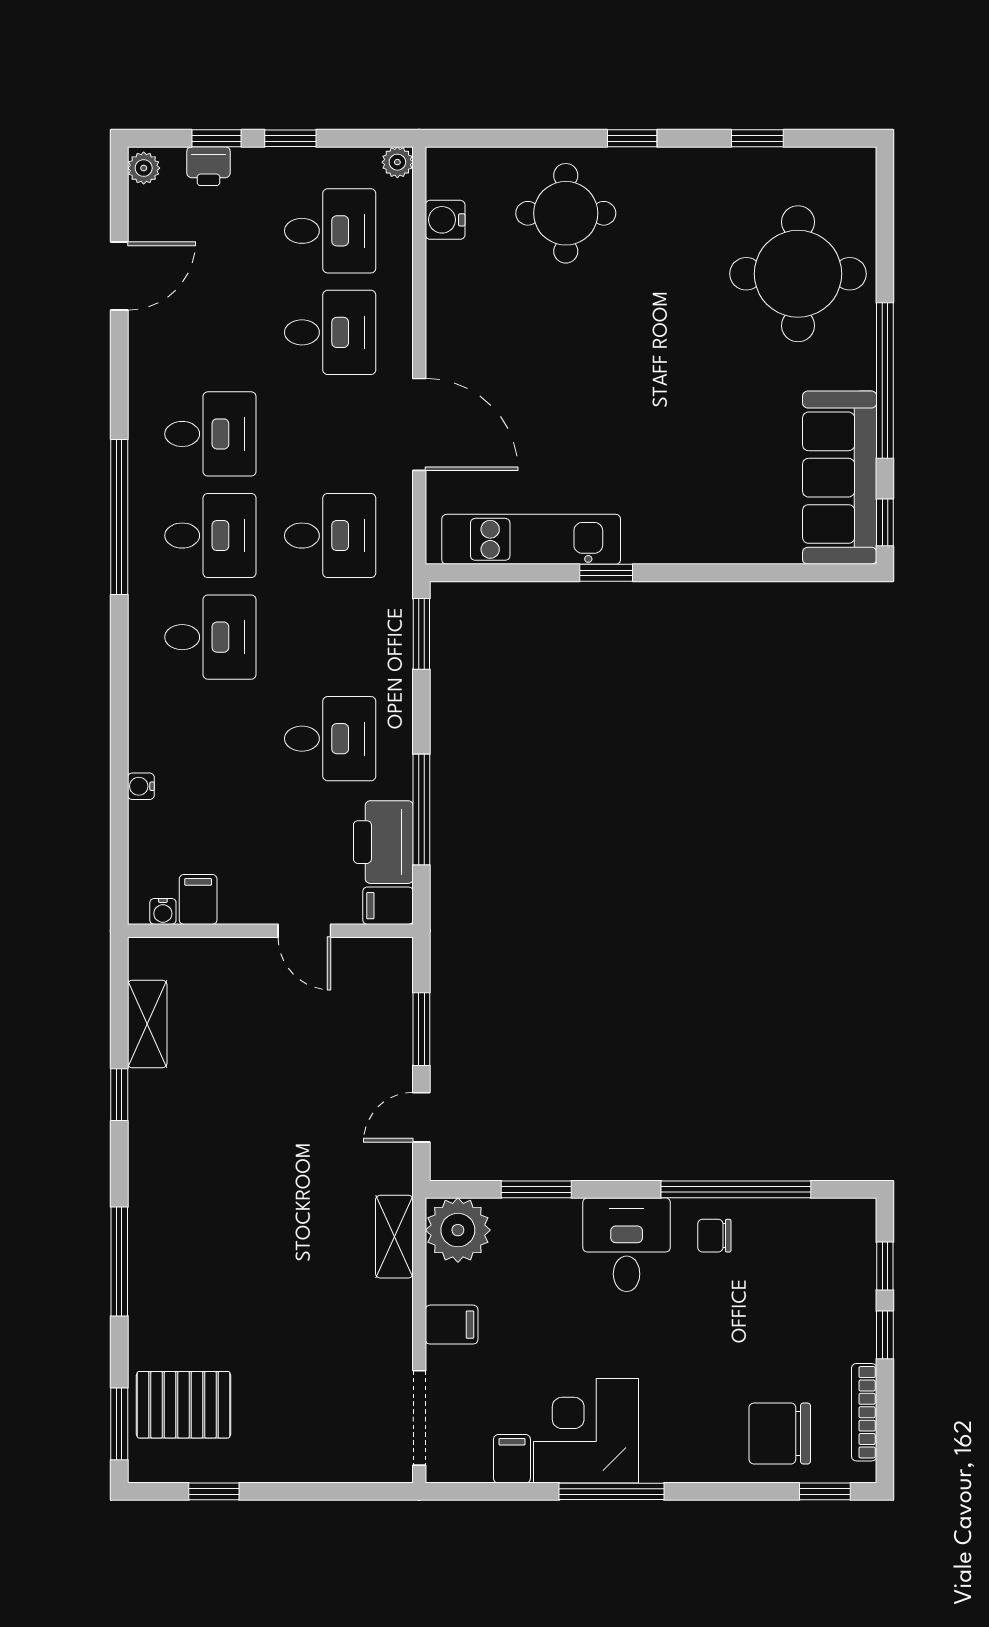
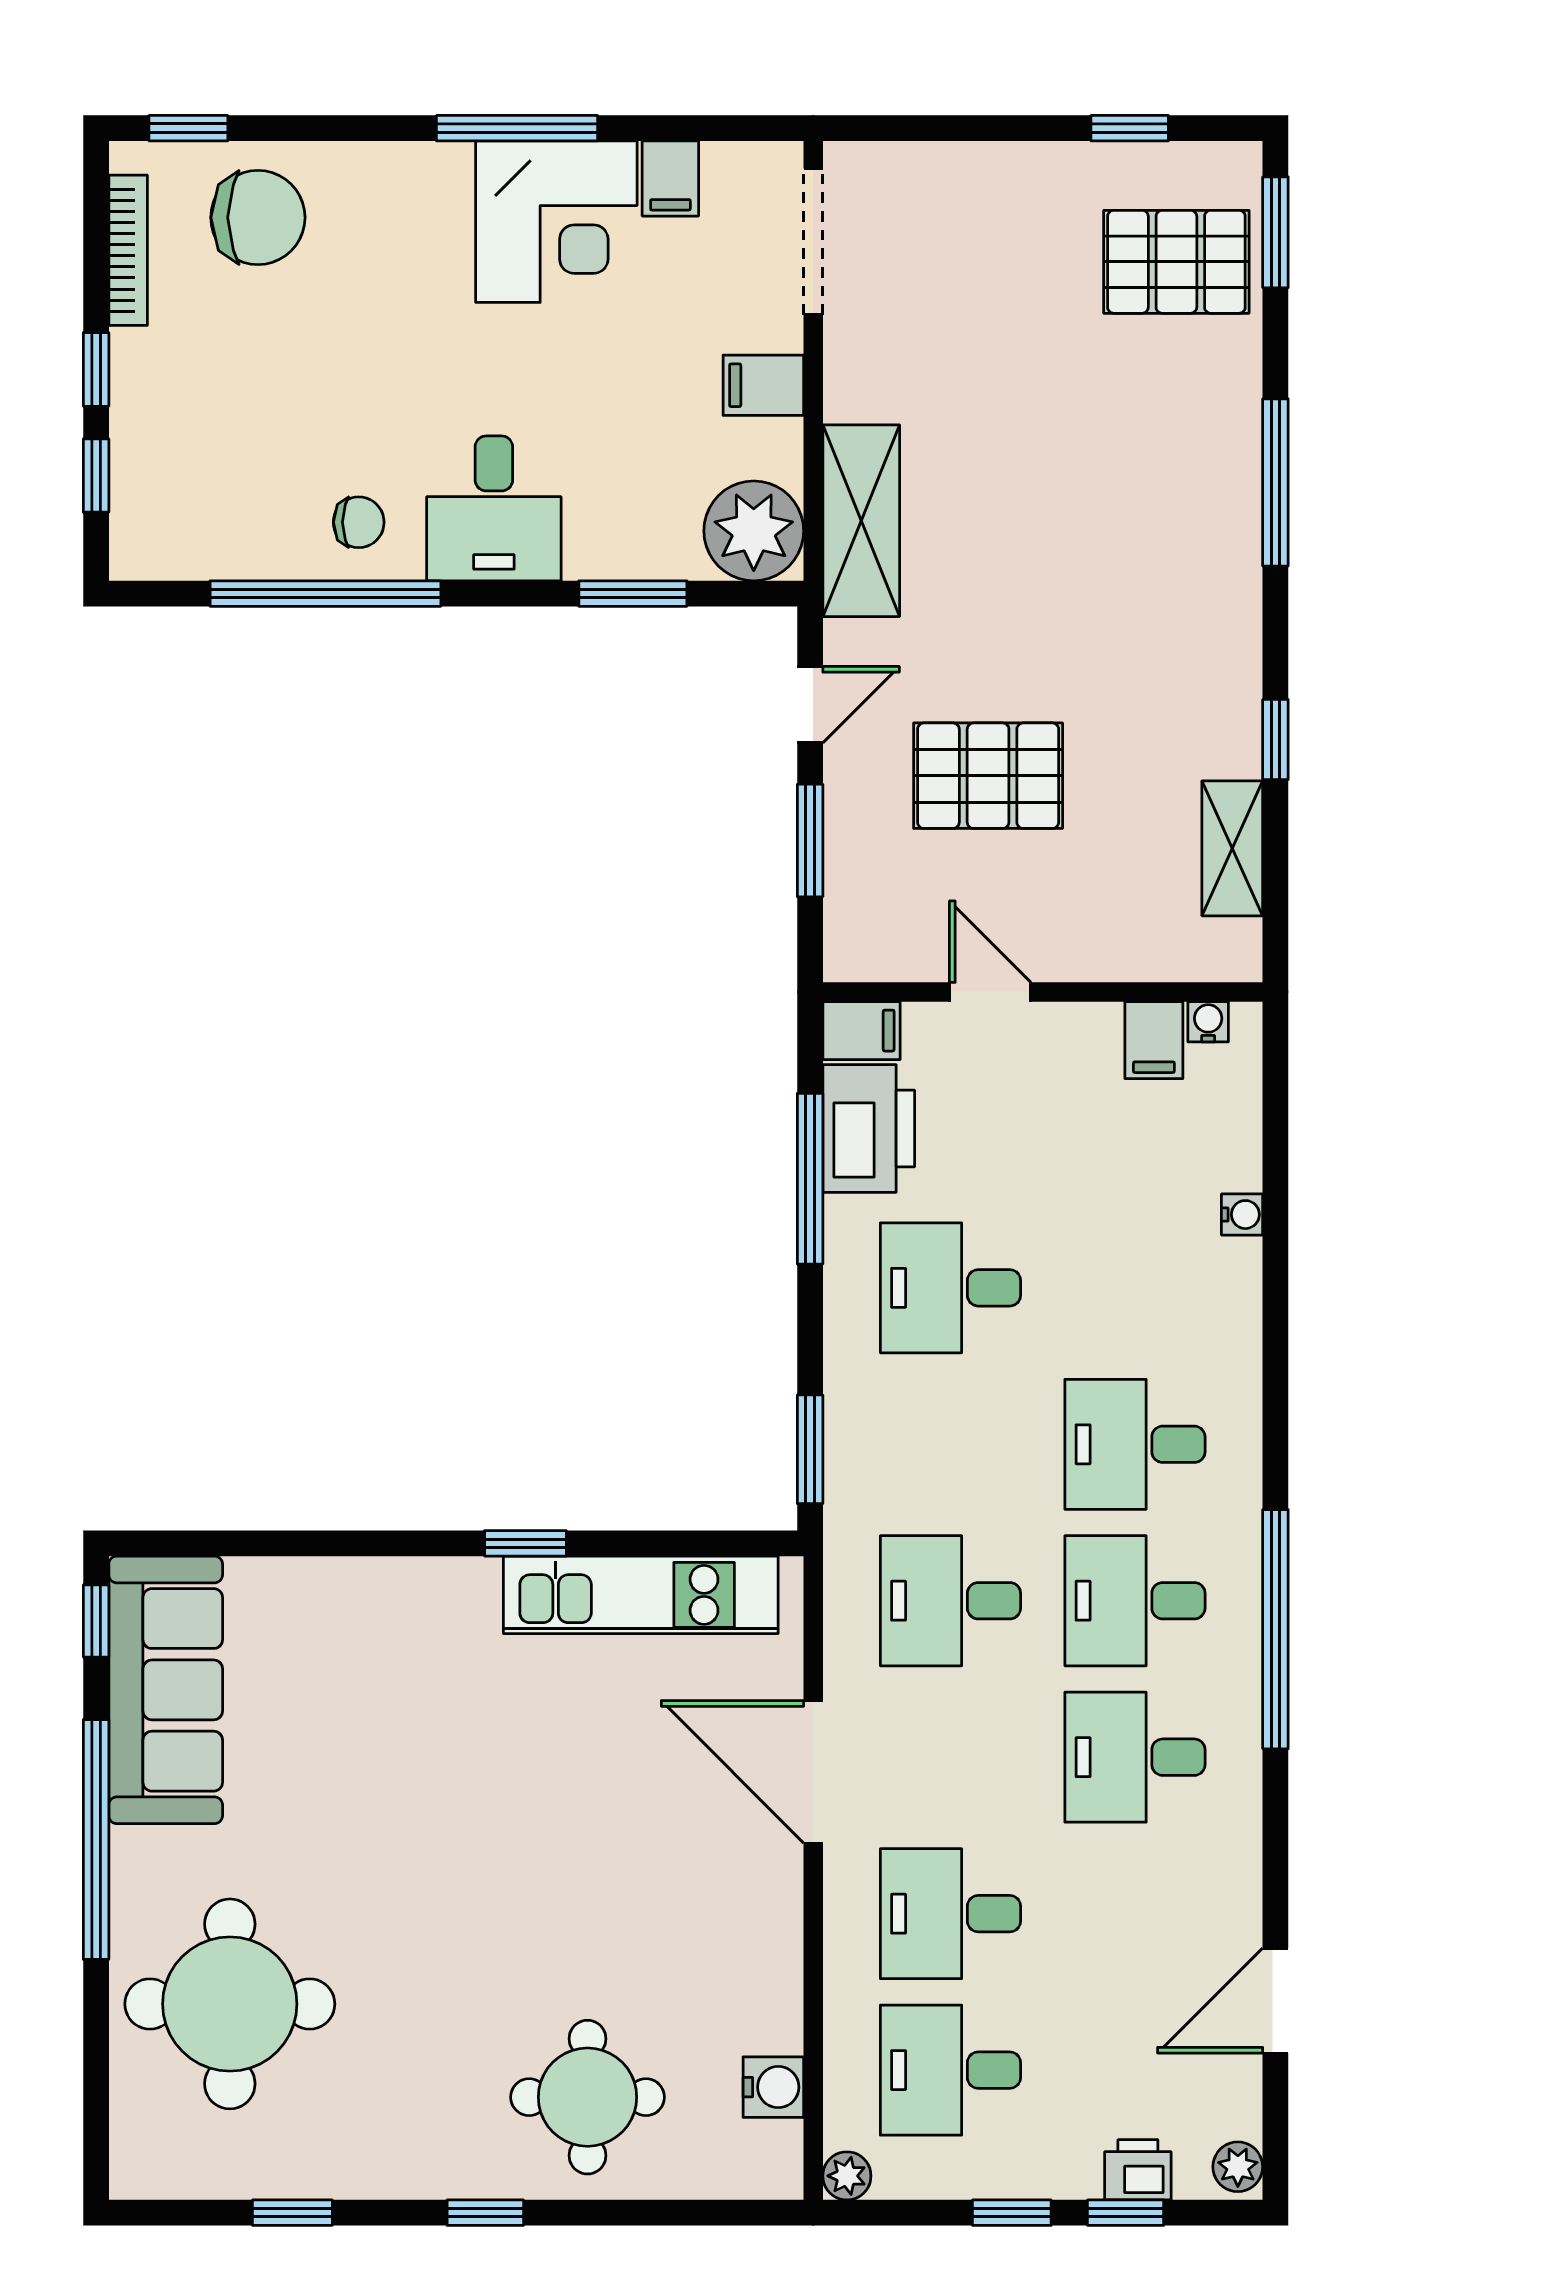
pallet: (306, 1071) -> (988, 776), added
shelving: (394, 1237) -> (861, 521), width x1.50, depth x1.33

